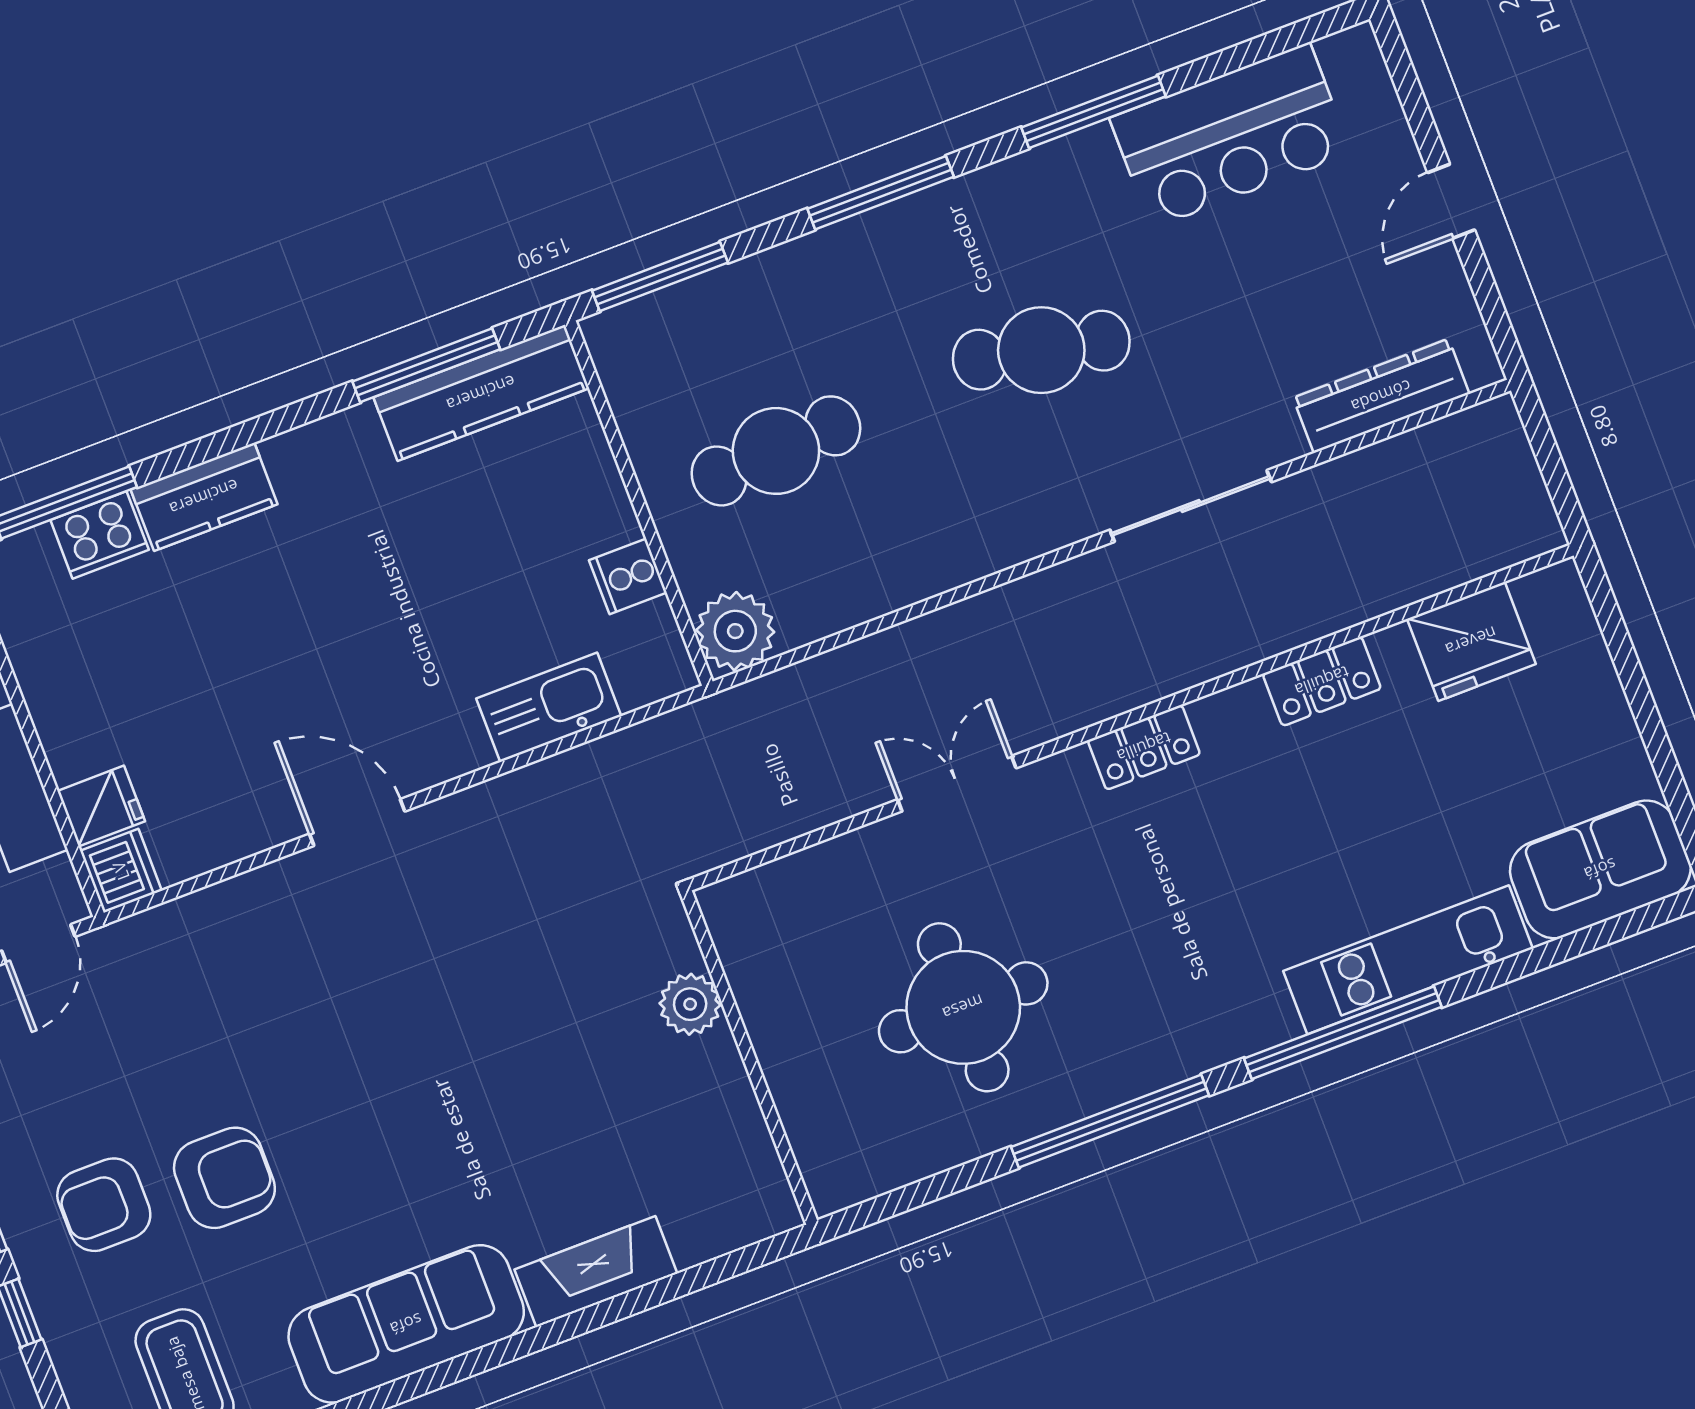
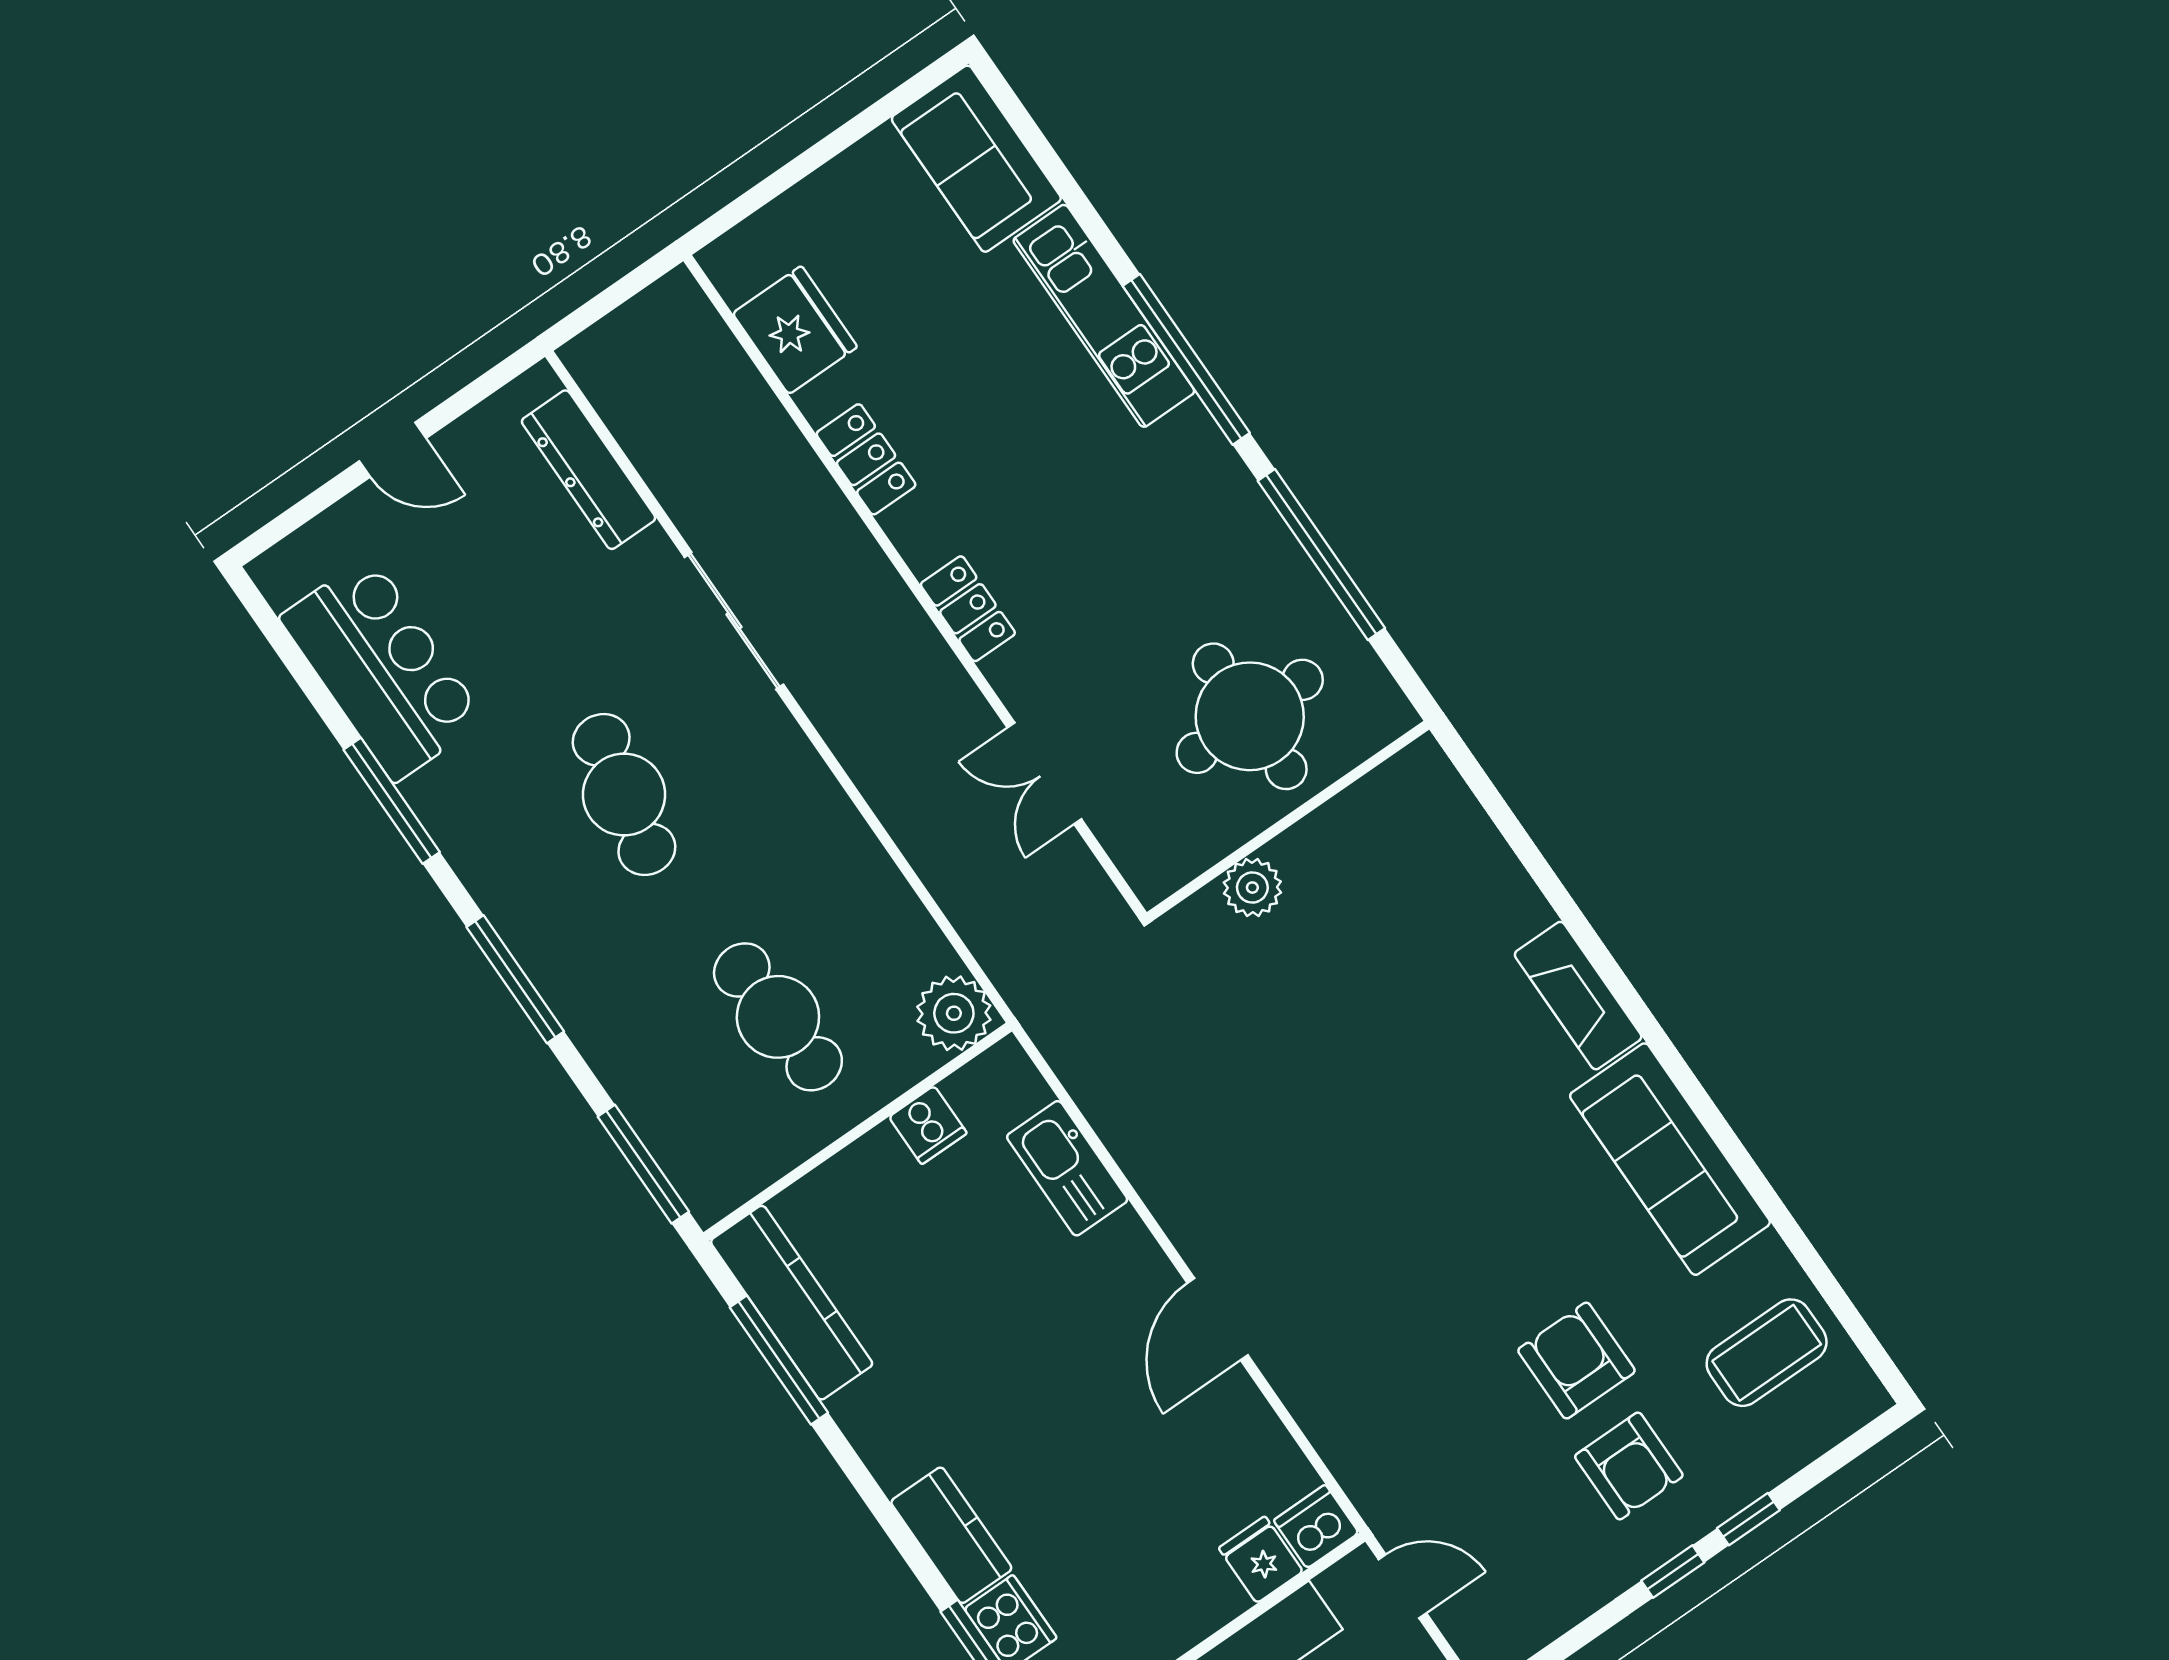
plant: (690, 1004) -> (1252, 888), moved
wall: (749, 1057) -> (1288, 821), moved

